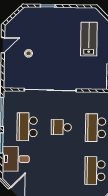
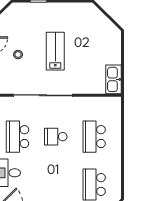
lab bench: (89, 39) -> (55, 51), moved

